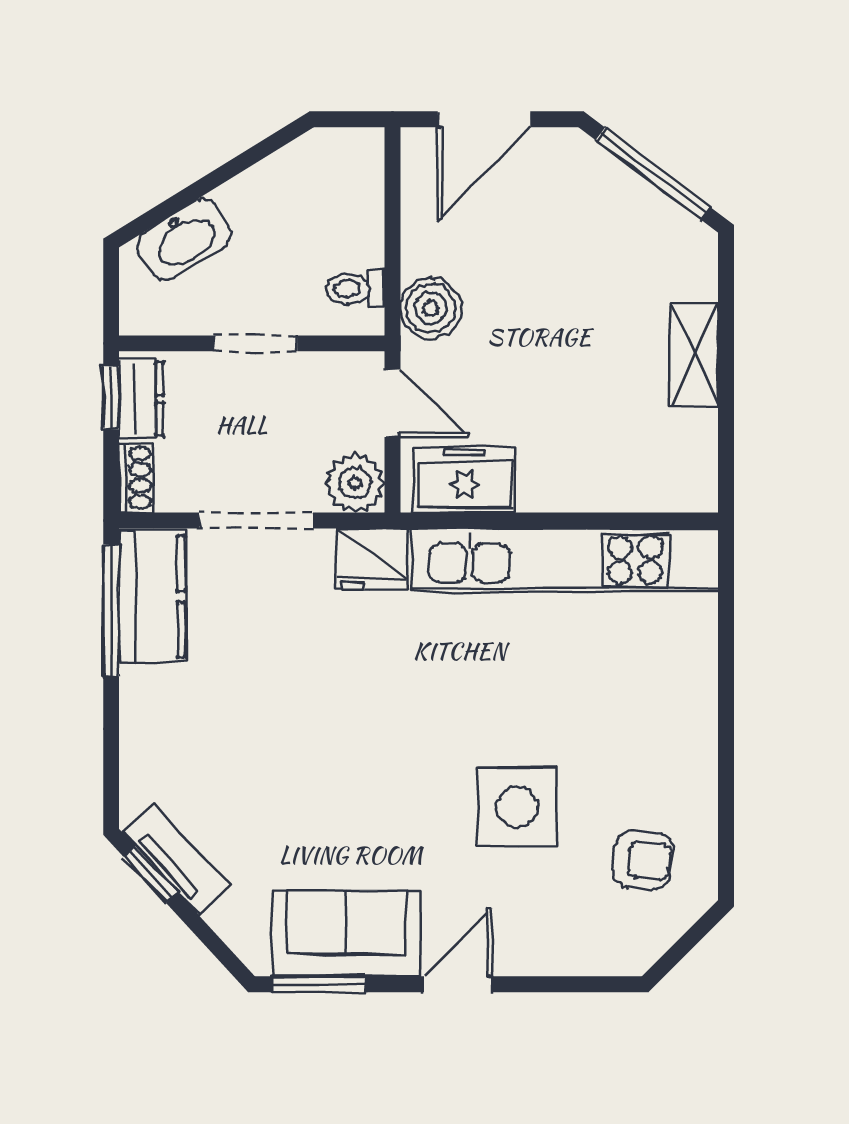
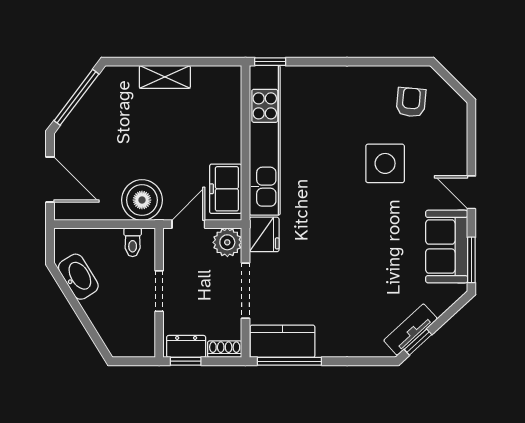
washbasin: (184, 239) -> (78, 277), moved
boiler: (431, 308) -> (142, 200), width x1.37, depth x1.37
window: (726, 571) -> (270, 62), added

